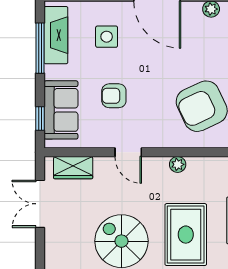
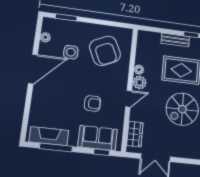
side table: (107, 37) -> (71, 52), moved
armchair: (114, 96) -> (92, 103), turned -90
plant: (157, 168) -> (140, 82), added

